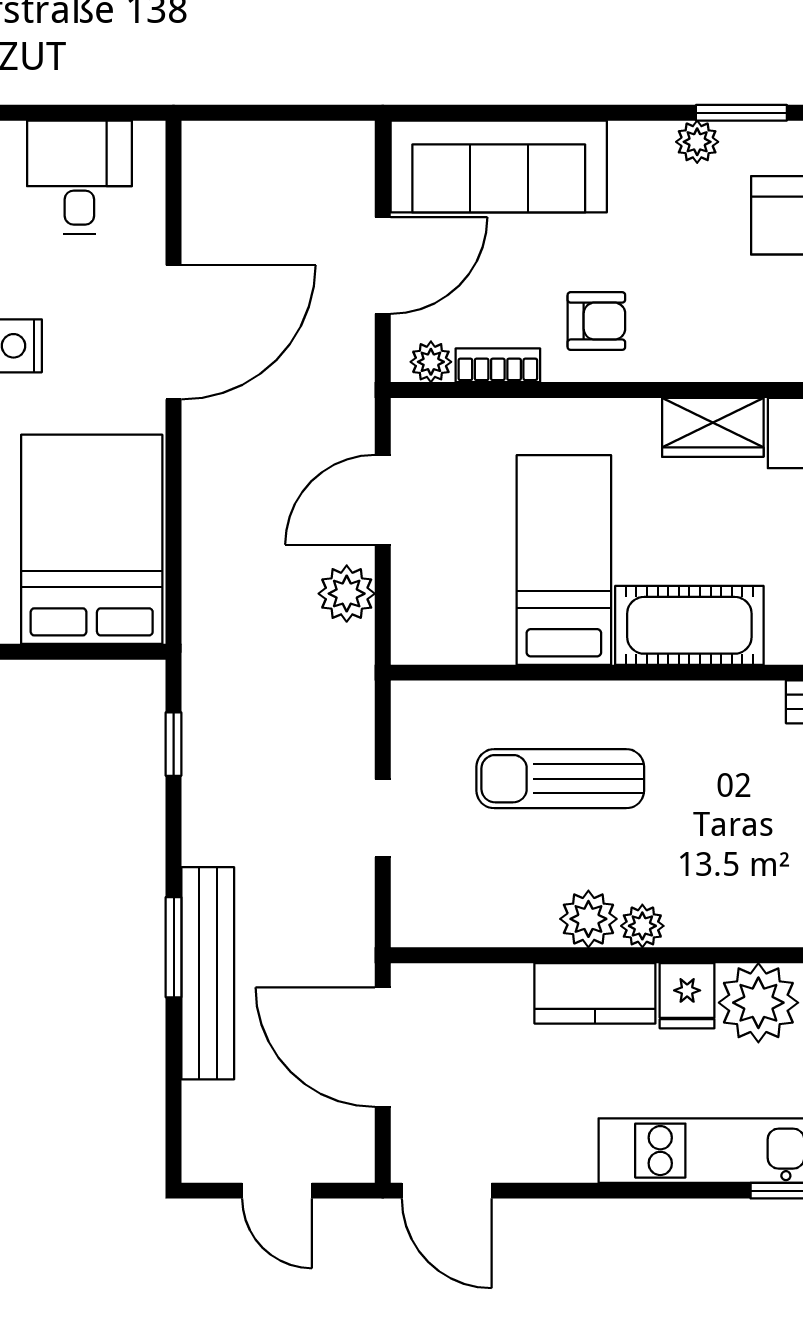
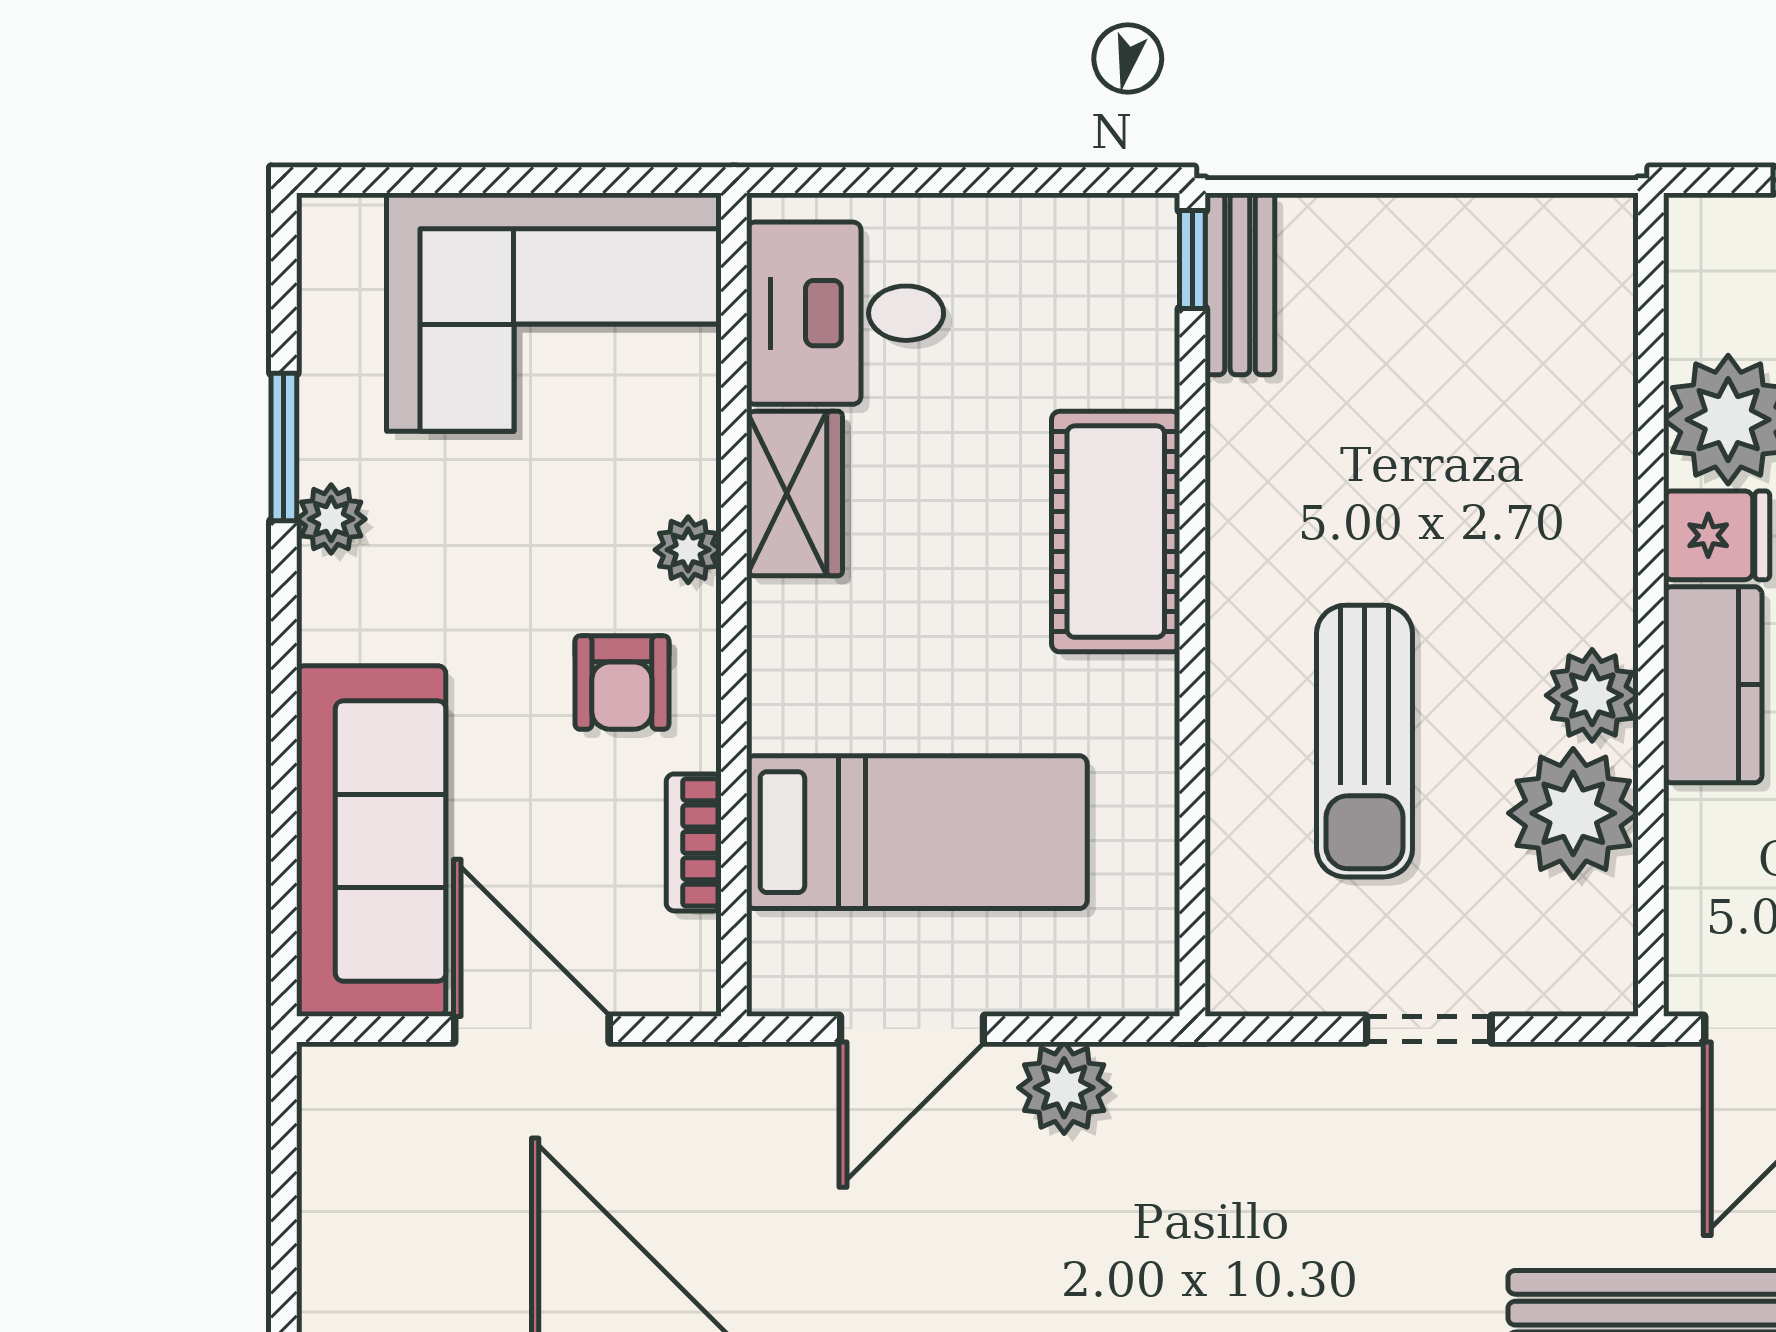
armchair: (596, 321) -> (622, 683), turned 180
plant: (431, 362) -> (688, 550), moved
door: (383, 500) -> (912, 1029), hinge flipped
bed: (564, 560) -> (917, 832), moved, turned 180
plant: (642, 926) -> (1573, 813), moved, width x1.88, depth x1.88

